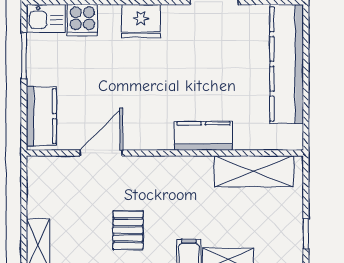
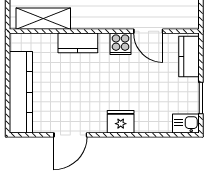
cooker: (82, 20) -> (121, 44), moved, turned 180
door: (101, 153) -> (148, 31), hinge flipped

